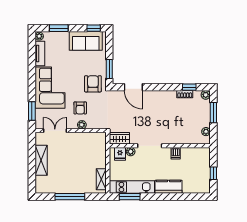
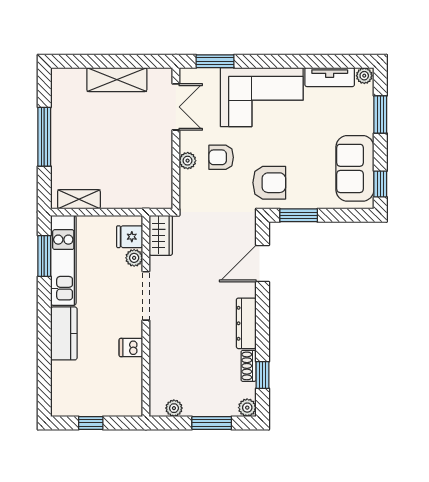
dresser: (163, 95) -> (246, 323), added

